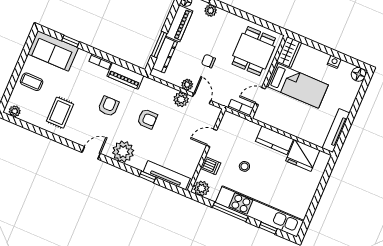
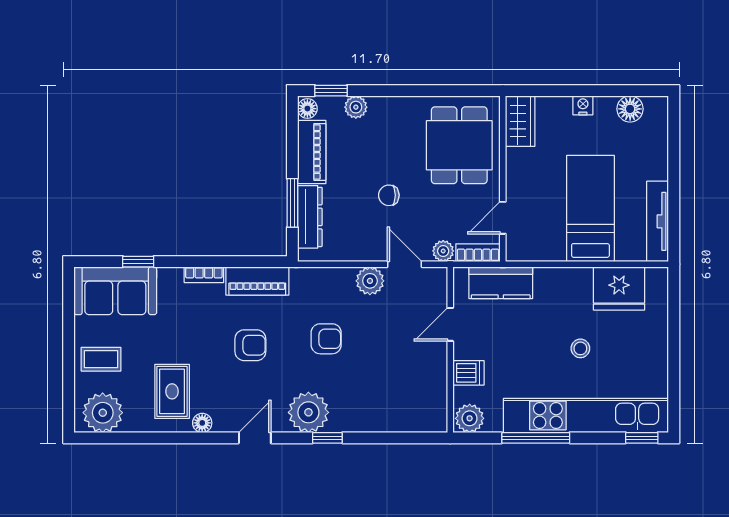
nightstand: (334, 62) -> (583, 105), moved
floor lamp: (359, 74) -> (630, 109), moved
plant: (187, 85) -> (443, 251), moved
bed: (297, 85) -> (590, 208), moved, turned -90
armchair: (108, 106) -> (250, 345), turned 90
plant: (15, 111) -> (103, 413), width x1.87, depth x1.87
floor lamp: (68, 135) -> (202, 423), added
kitchen counter: (275, 140) -> (501, 283), moved
stool: (244, 166) -> (580, 348), moved
tv unit: (167, 175) -> (400, 421), removed
window: (147, 177) -> (327, 438), moved
window: (268, 228) -> (642, 438), moved

